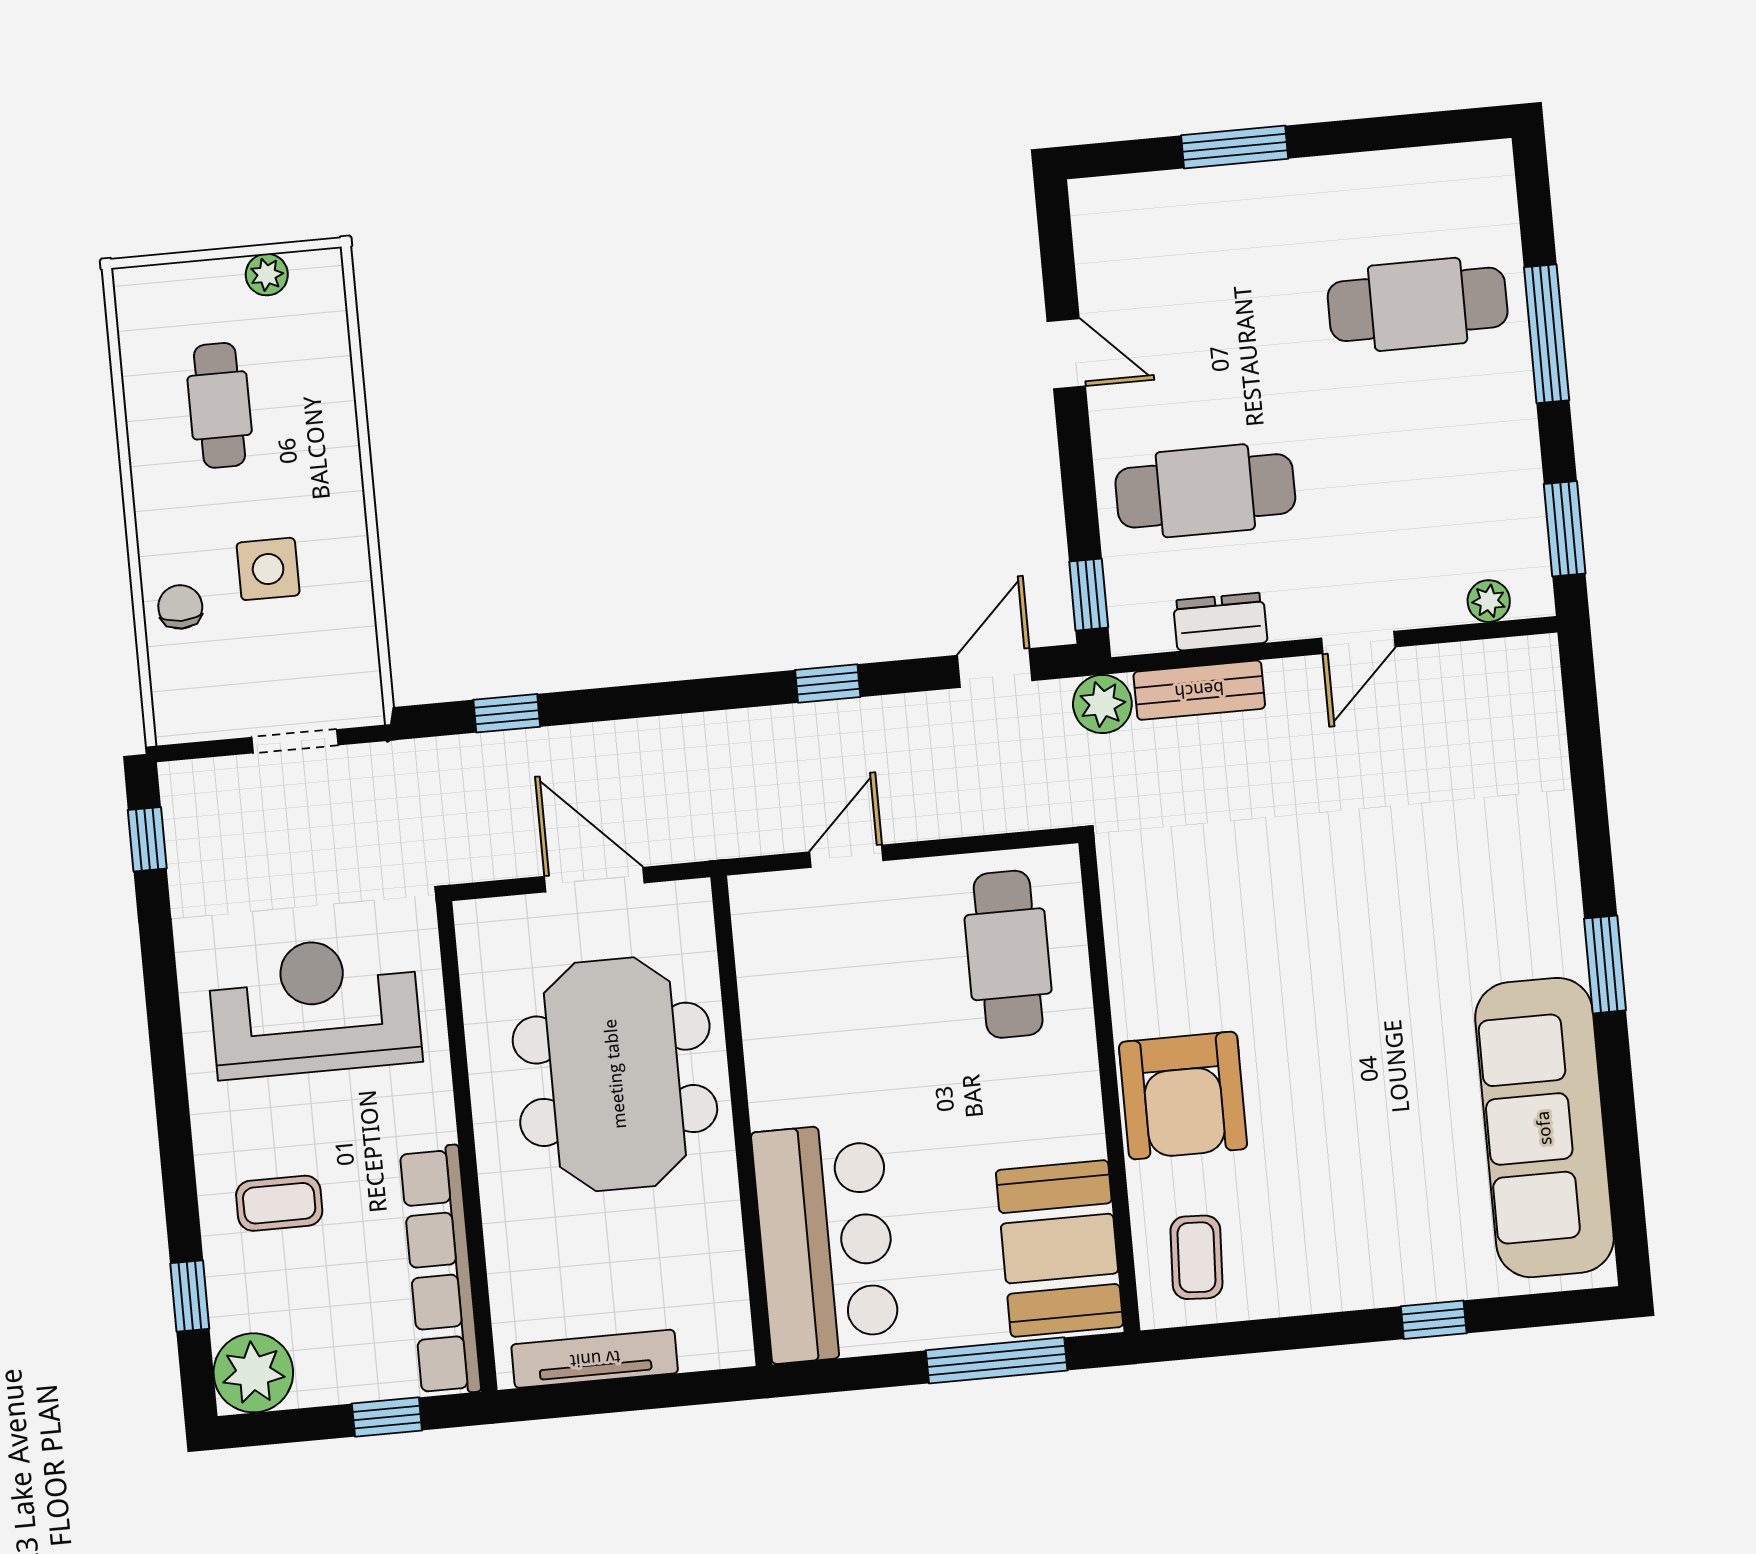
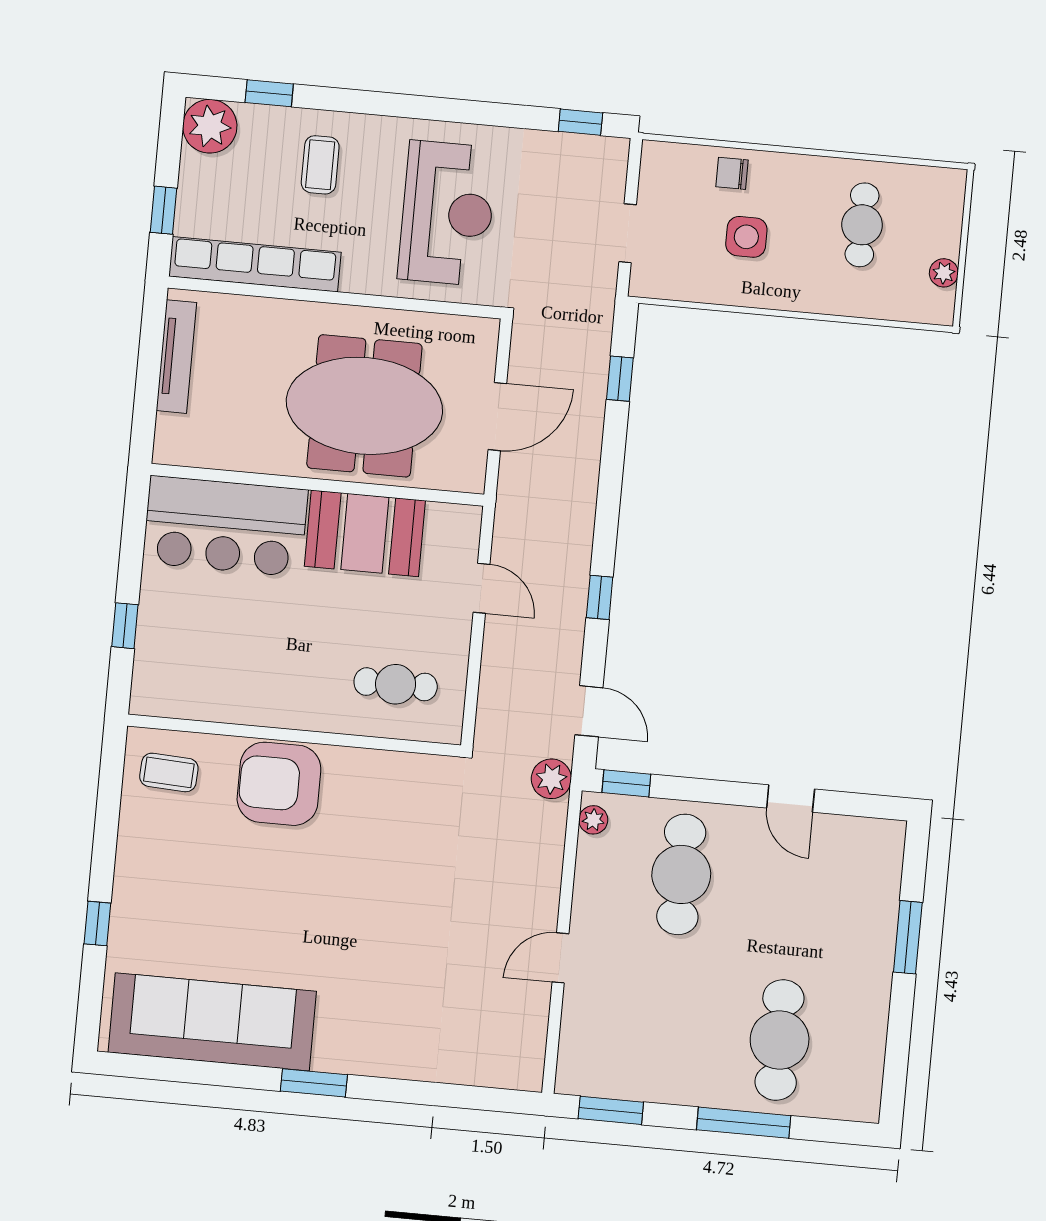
door: (1066, 354) -> (791, 799), hinge flipped
cafe table: (220, 405) -> (862, 225), turned 90
plant: (1489, 601) -> (593, 820), moved
chair: (180, 607) -> (732, 173), turned 180
dresser: (1220, 622) -> (592, 868), removed
door: (1358, 643) -> (560, 958), hinge flipped
bench: (1199, 690) -> (548, 845), removed
cafe table: (1008, 954) -> (396, 684), width x0.73, depth x0.74
booth: (1060, 1249) -> (365, 533), moved
window: (997, 1360) -> (125, 626), width x0.46

